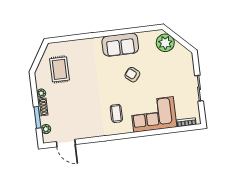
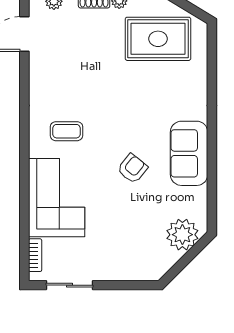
rug: (59, 69) -> (158, 39), width x1.36, depth x1.43
sliding door: (199, 88) -> (70, 285), moved

